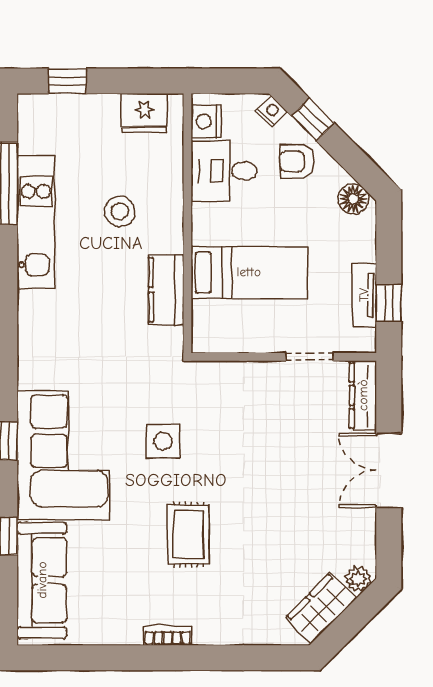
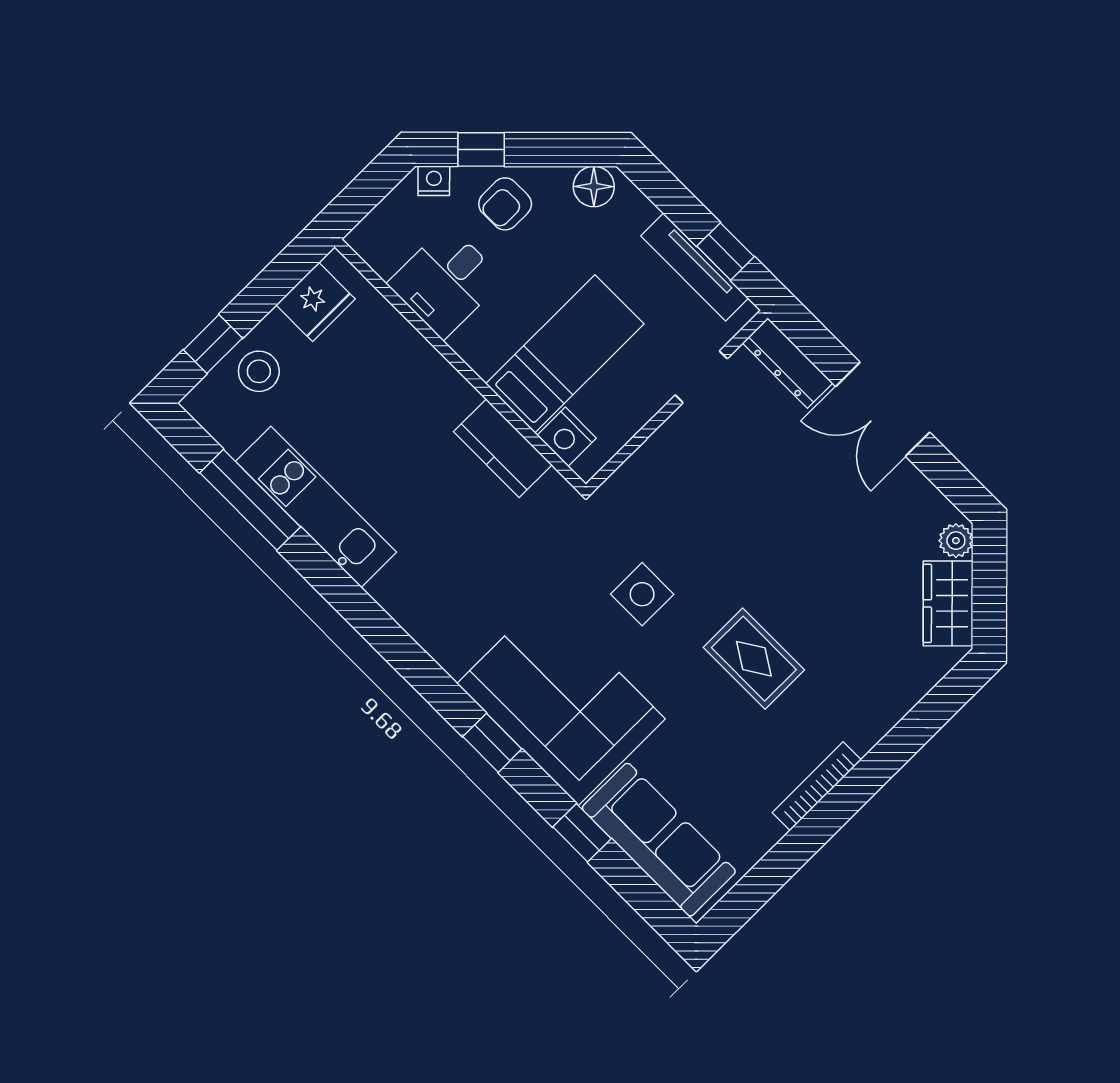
nightstand: (206, 121) -> (567, 437), moved
stool: (120, 212) -> (259, 371), moved
tv unit: (364, 295) -> (695, 267), width x1.41
bookcase: (168, 636) -> (817, 786), width x1.56

